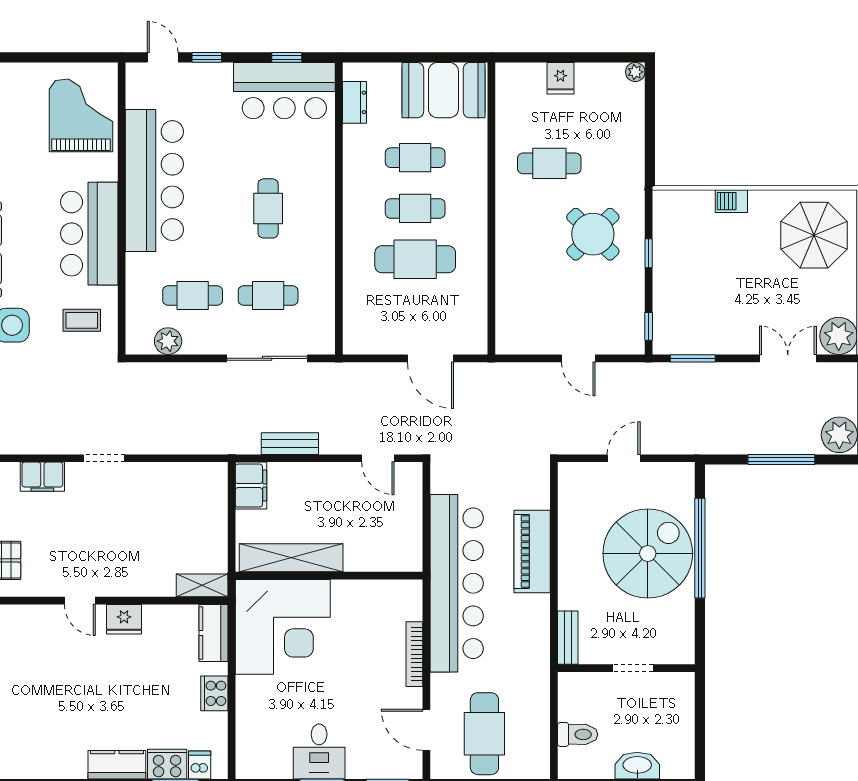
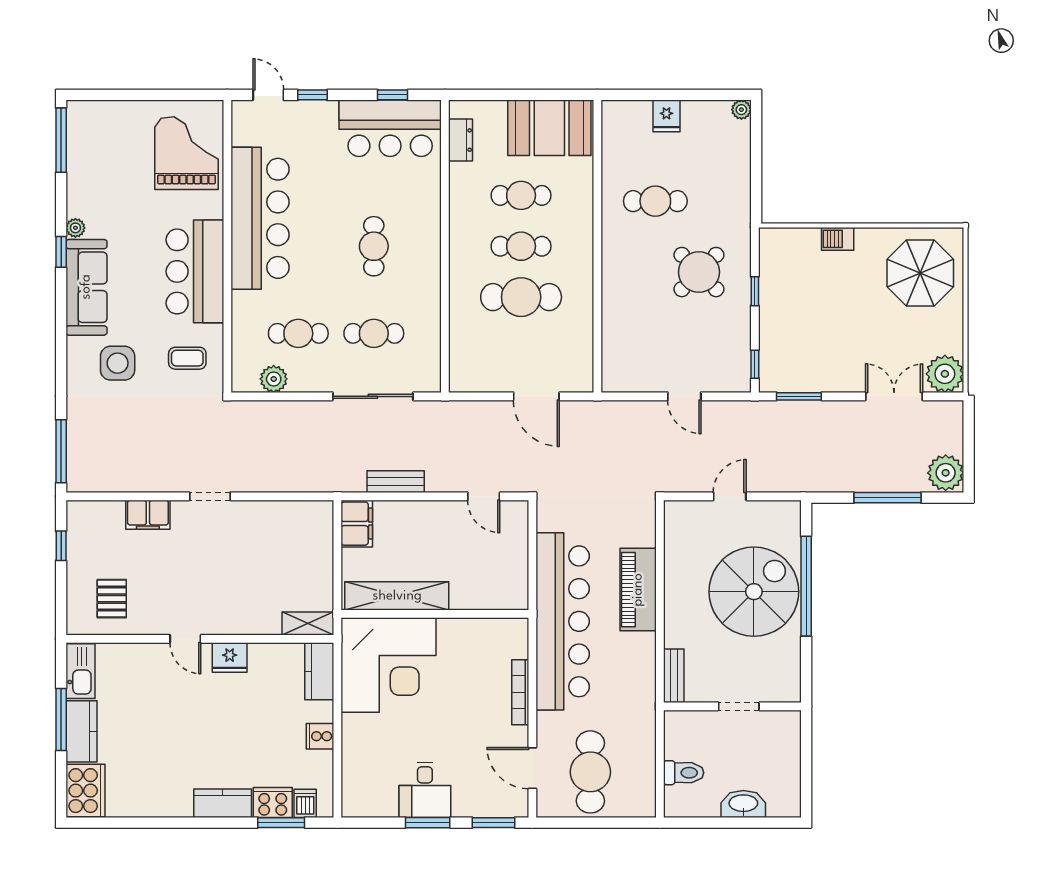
cooker: (214, 693) -> (320, 736), width x0.73

